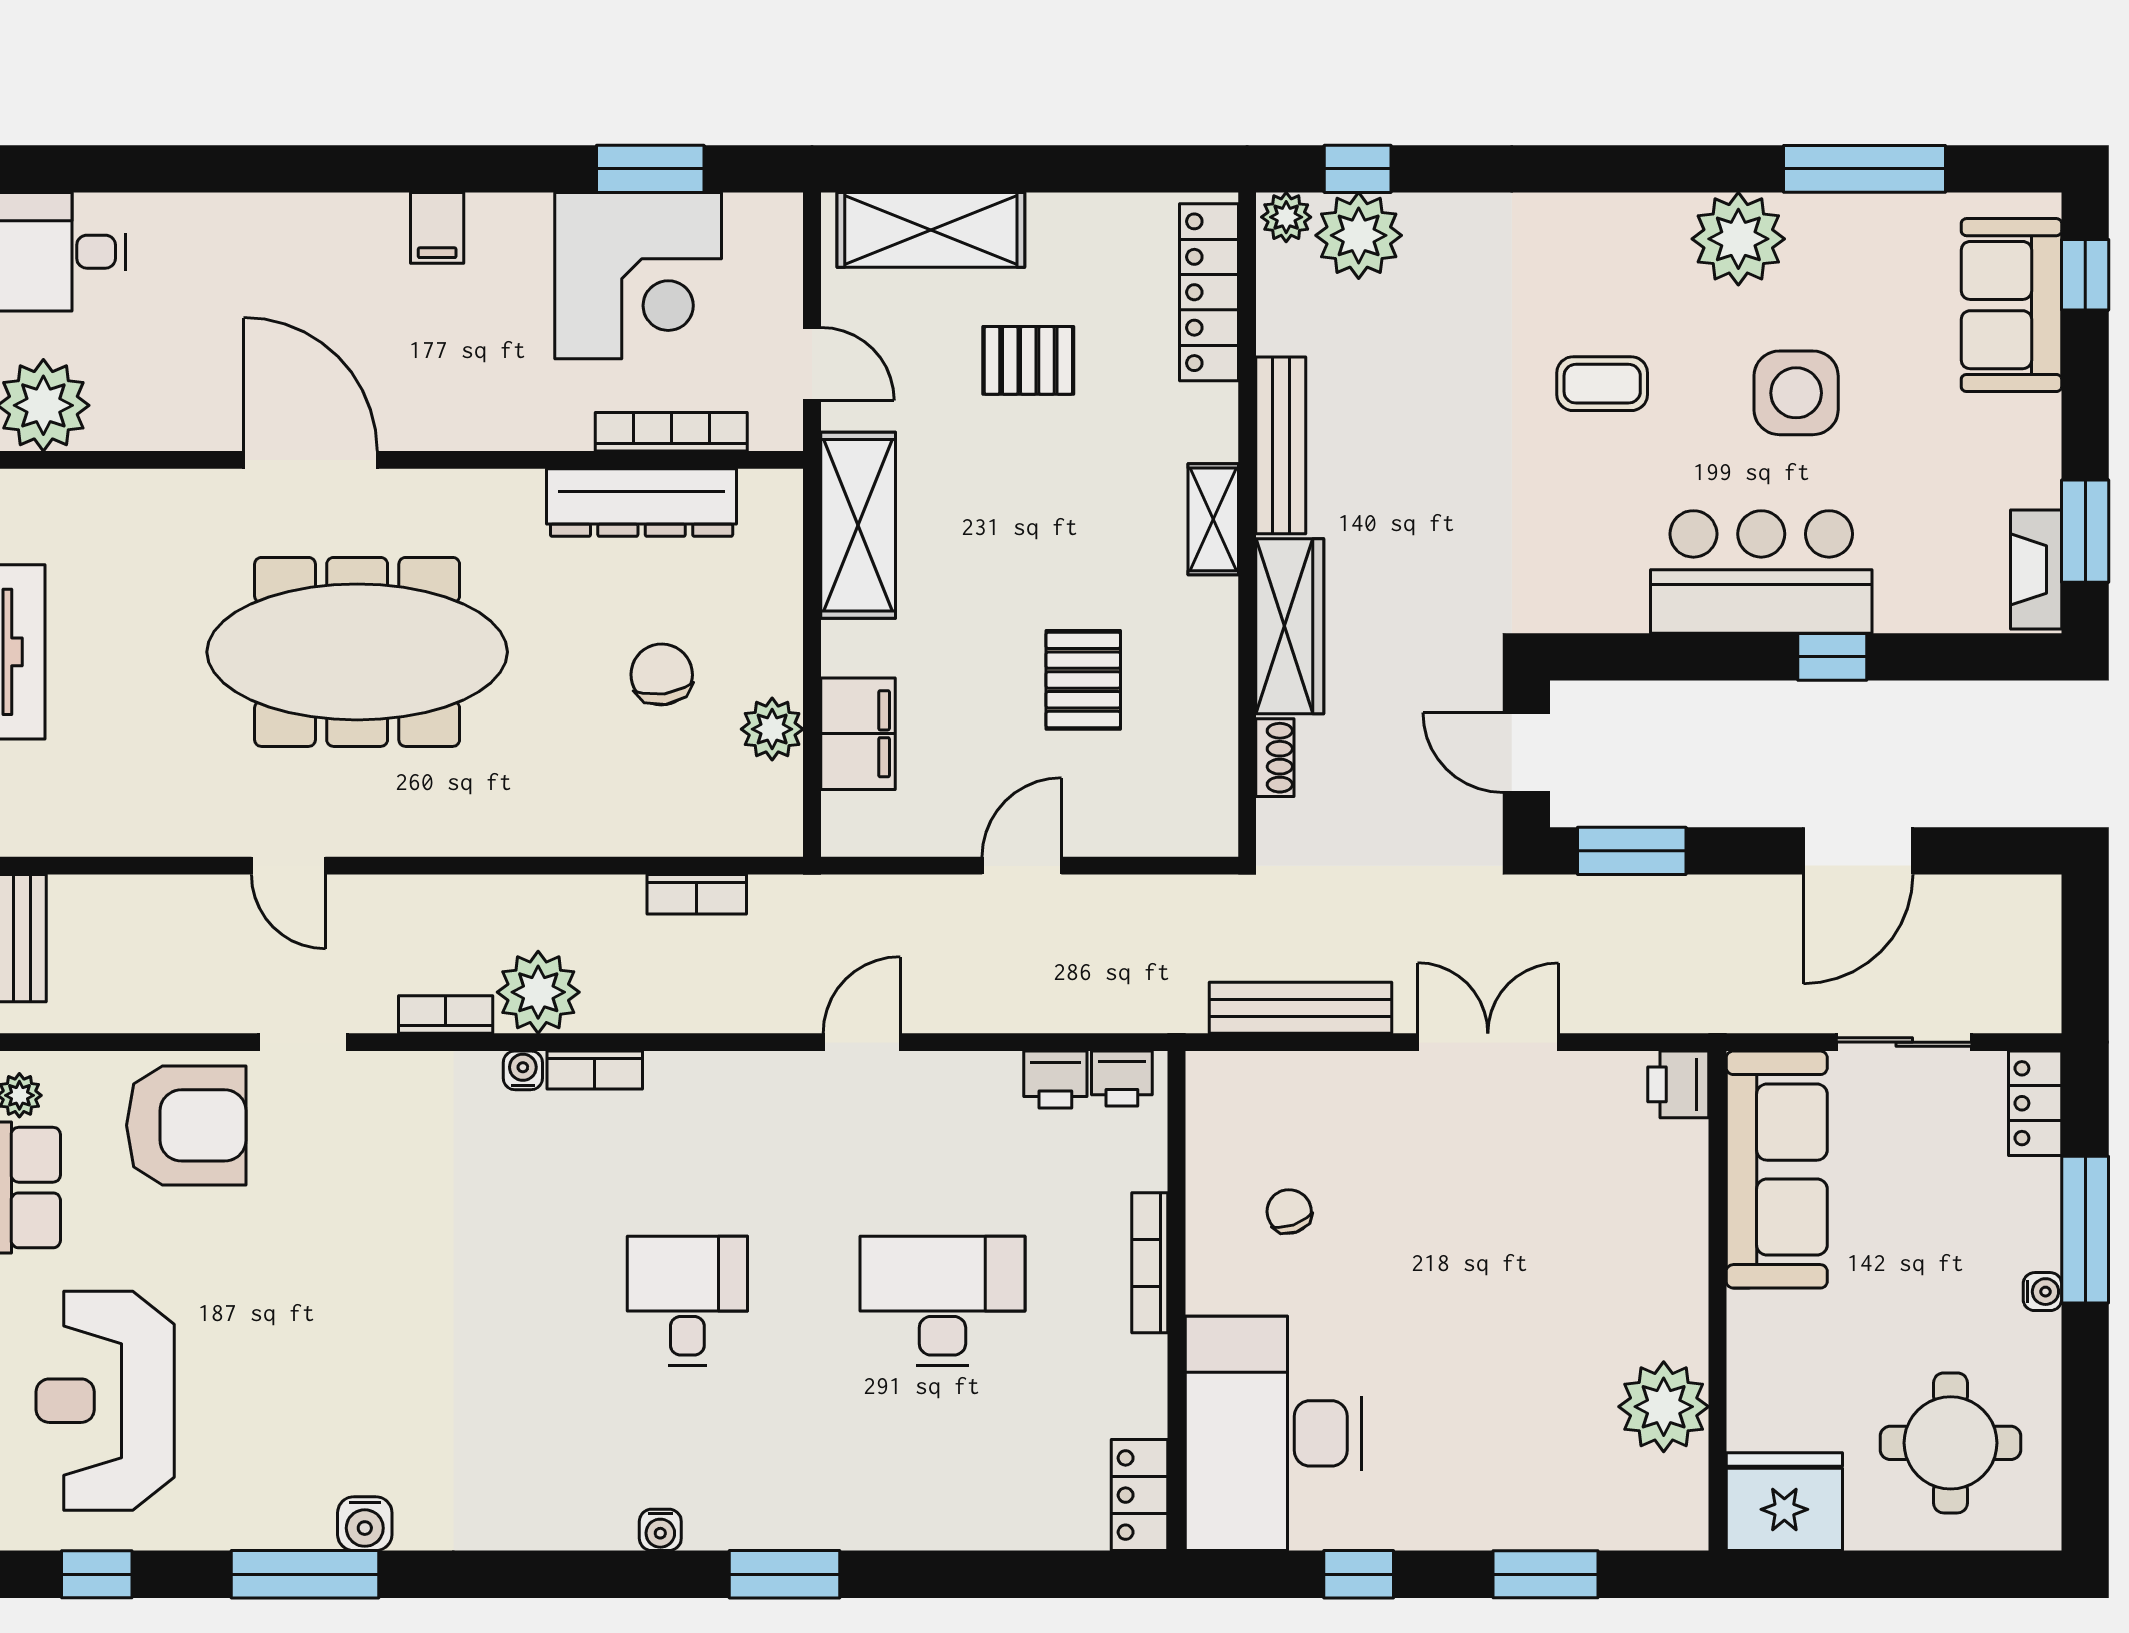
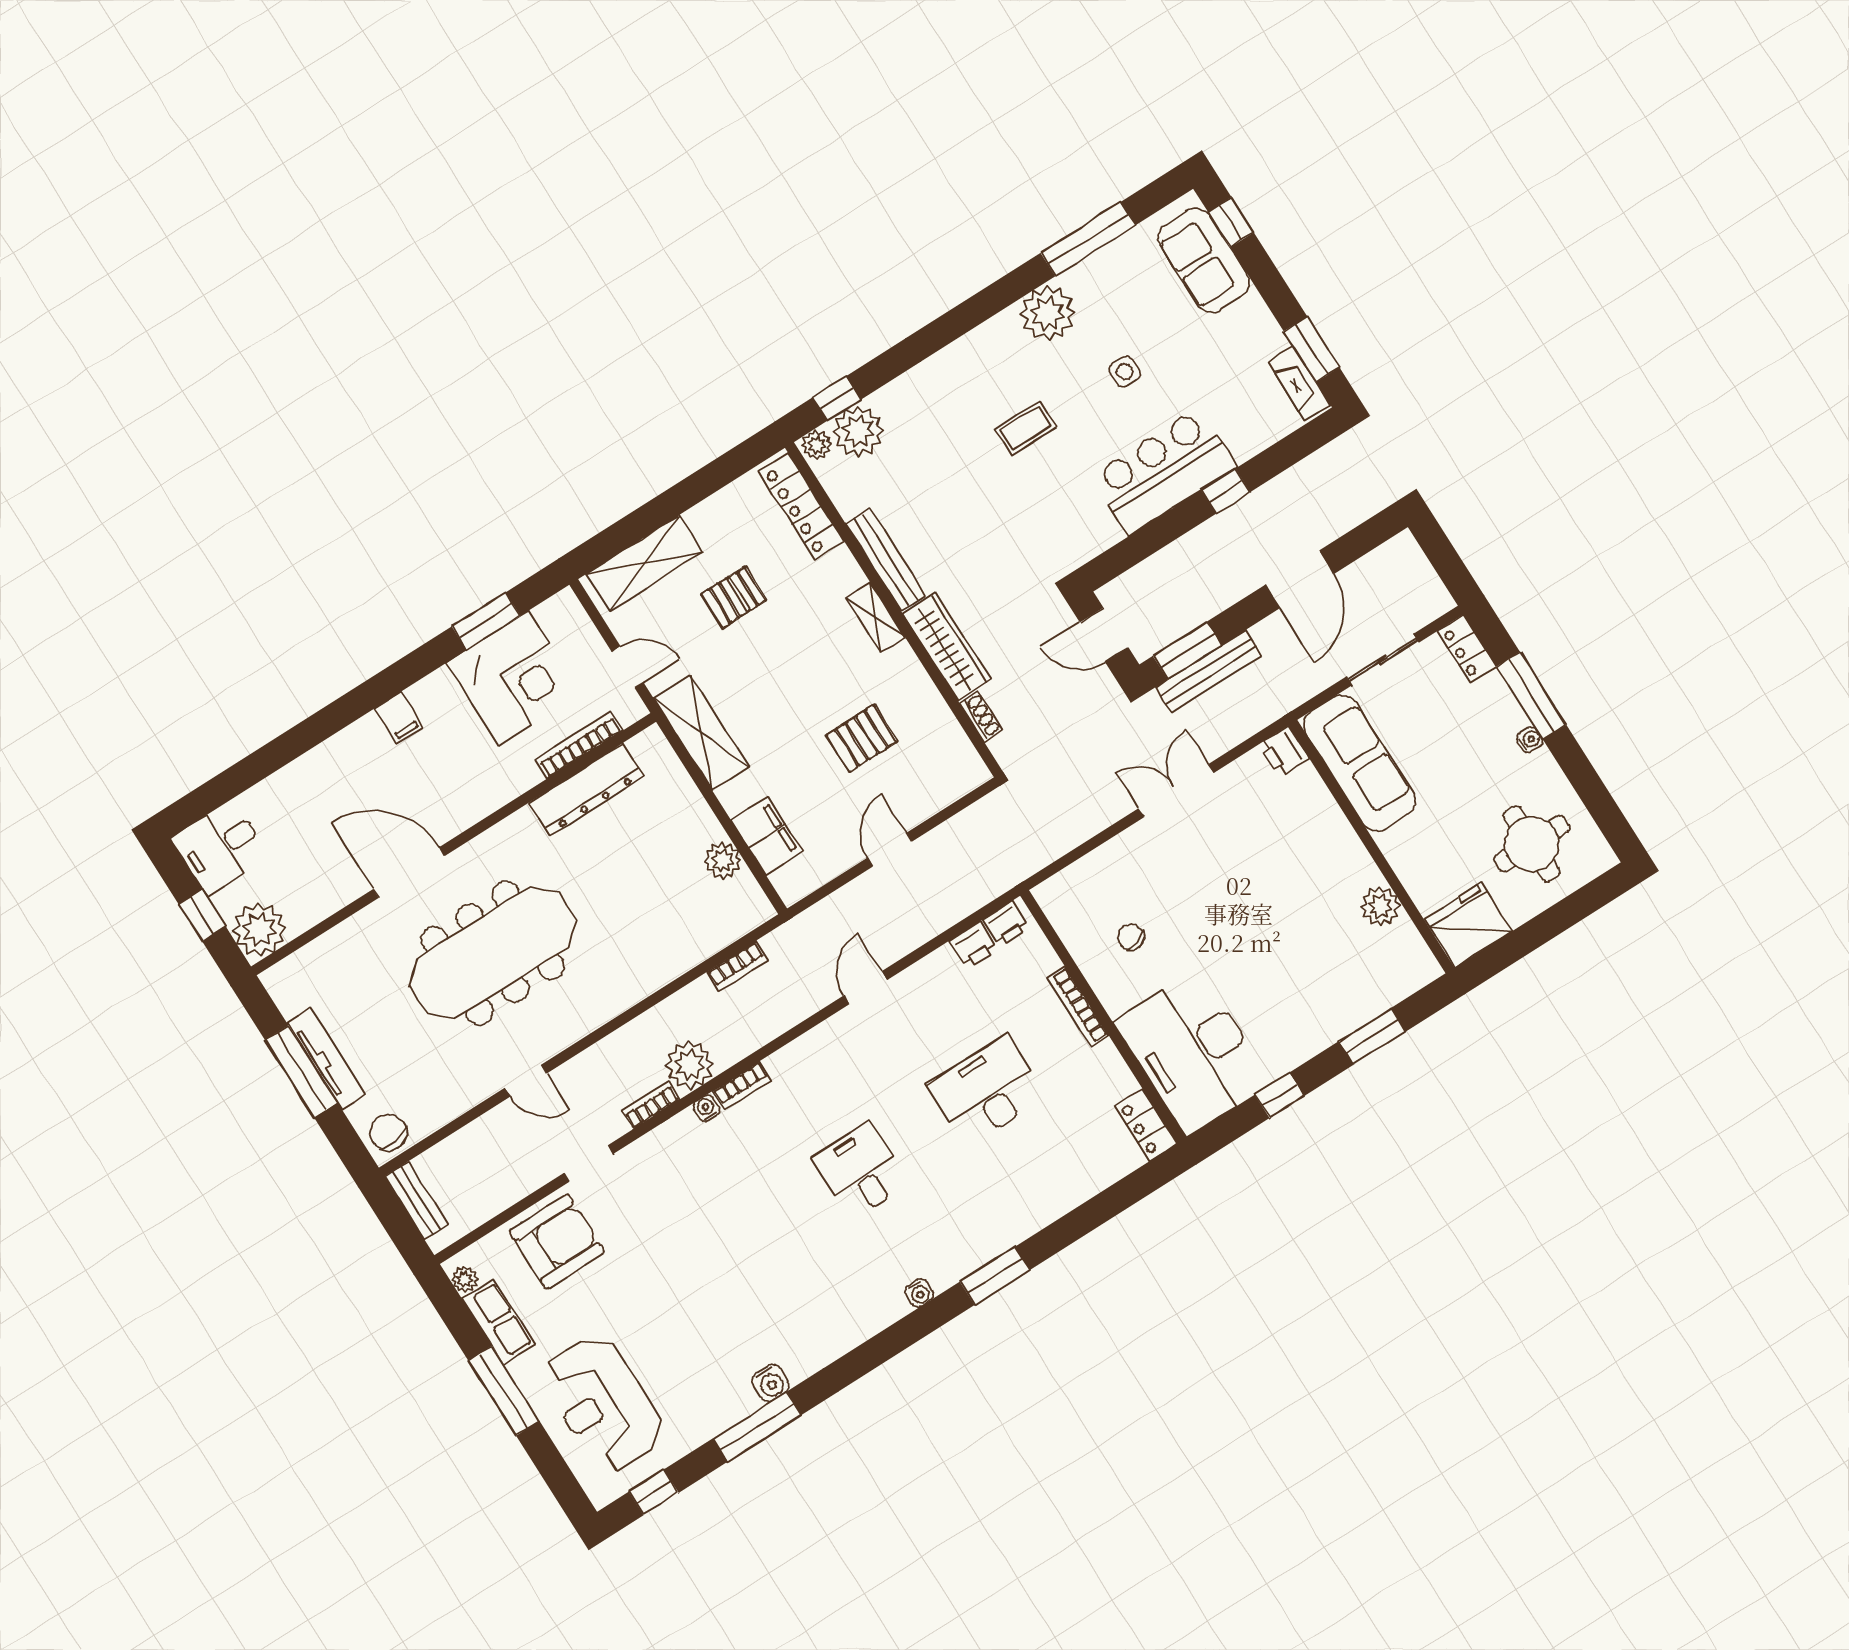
side table: (1796, 393) -> (1125, 372), width x0.54, depth x0.54
chair: (662, 674) -> (388, 1132), moved
pallet: (1083, 680) -> (862, 738), turned 90
bench: (1300, 1008) -> (1208, 671), moved
plant: (1664, 1407) -> (1380, 906), width x0.73, depth x0.73

